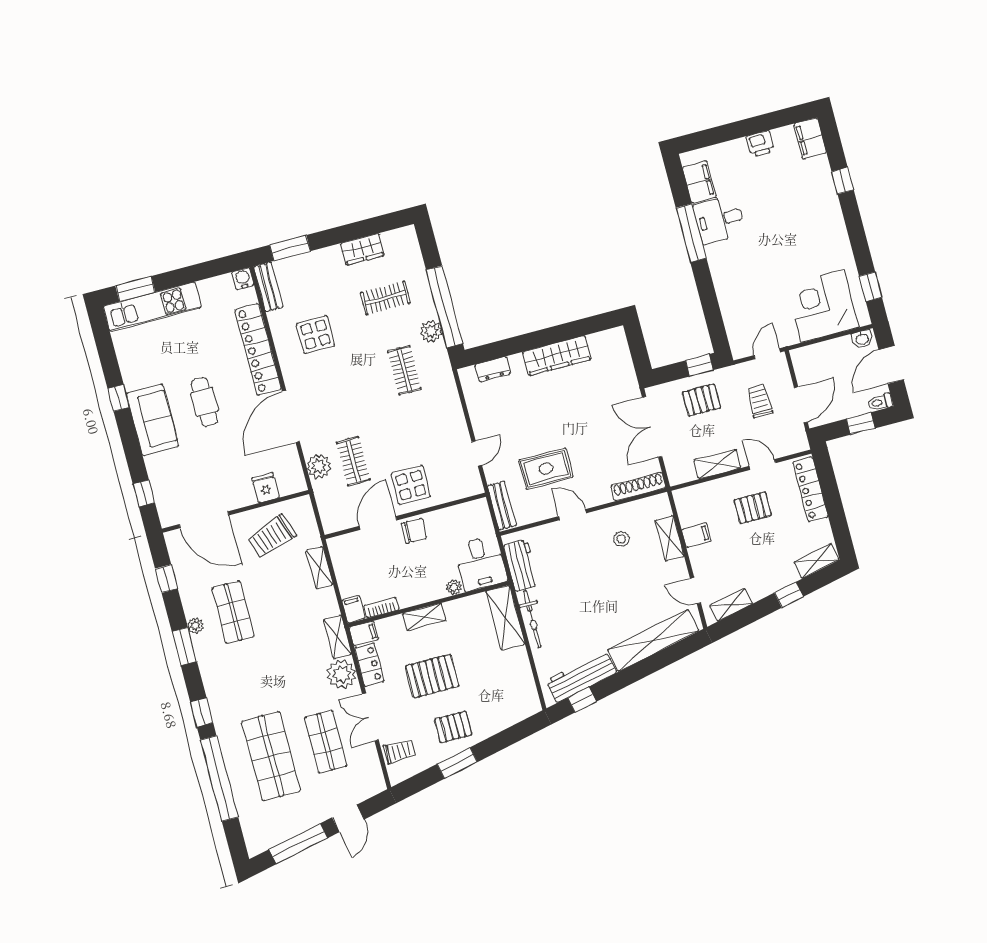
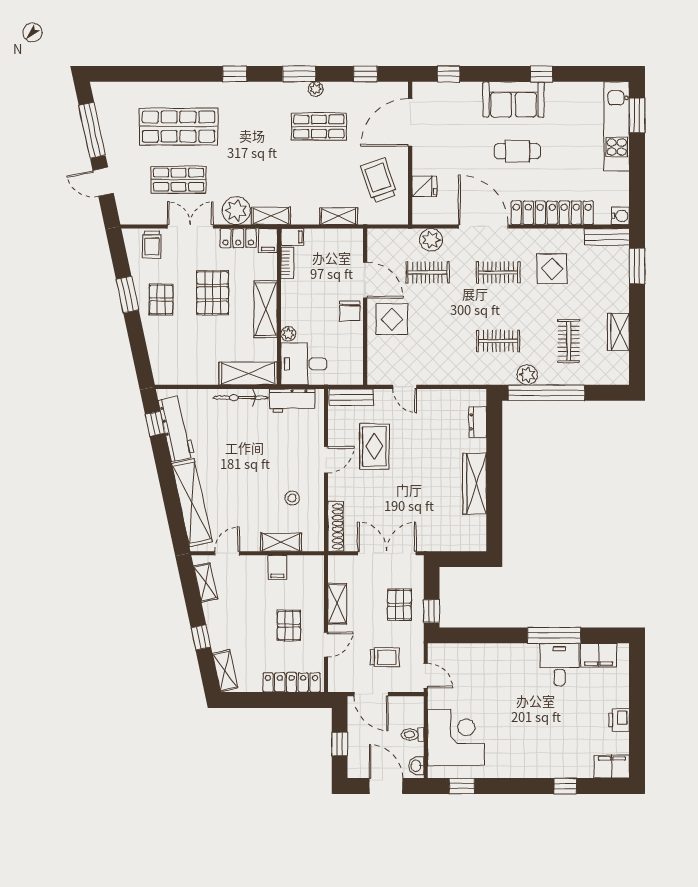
clothes rail: (334, 389) -> (498, 272), added
toilet: (880, 402) -> (413, 735), moved, turned -90
shelving: (424, 617) -> (266, 309), width x1.50, depth x1.33
window: (219, 779) -> (170, 74), removed

